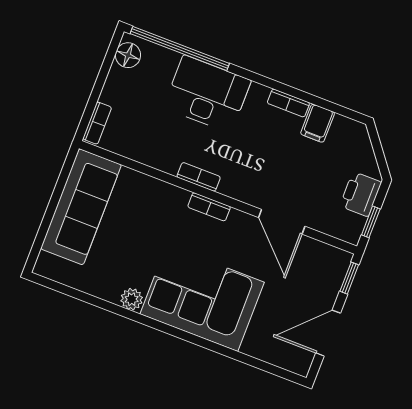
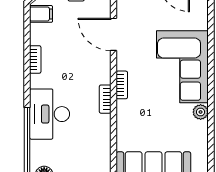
filing cabinet: (318, 123) -> (41, 14), moved
door: (282, 222) -> (114, 34), swing flipped

